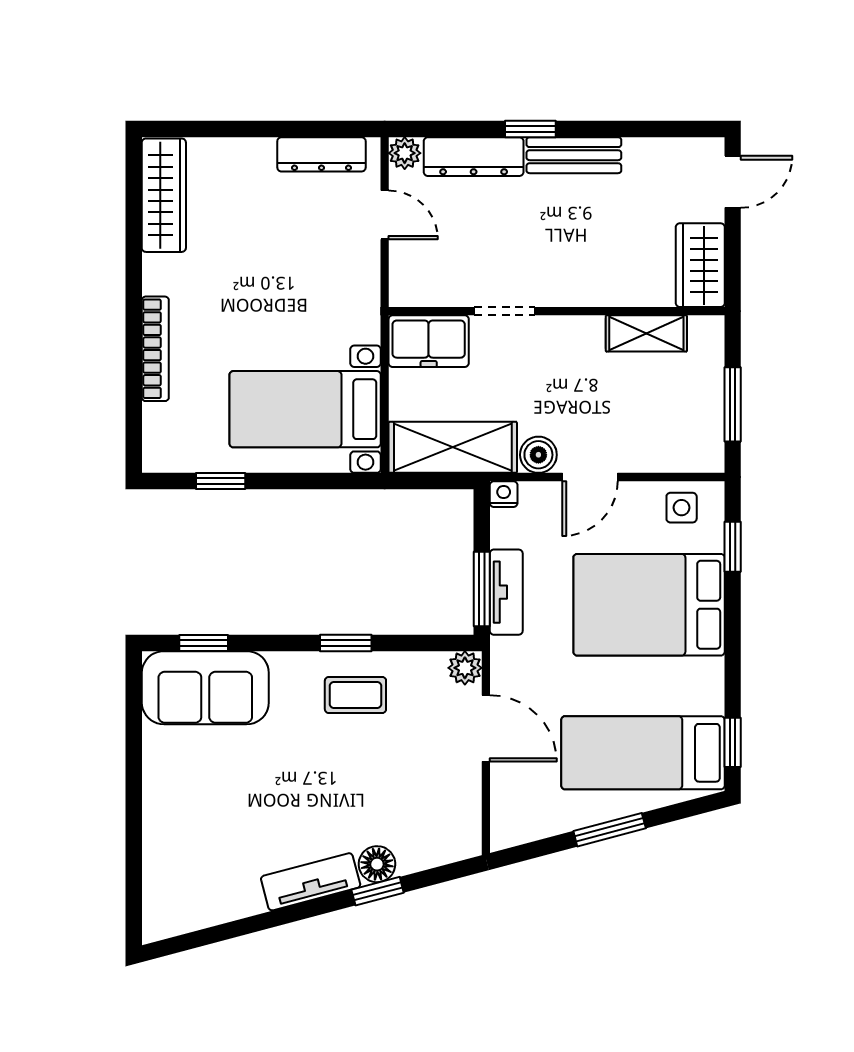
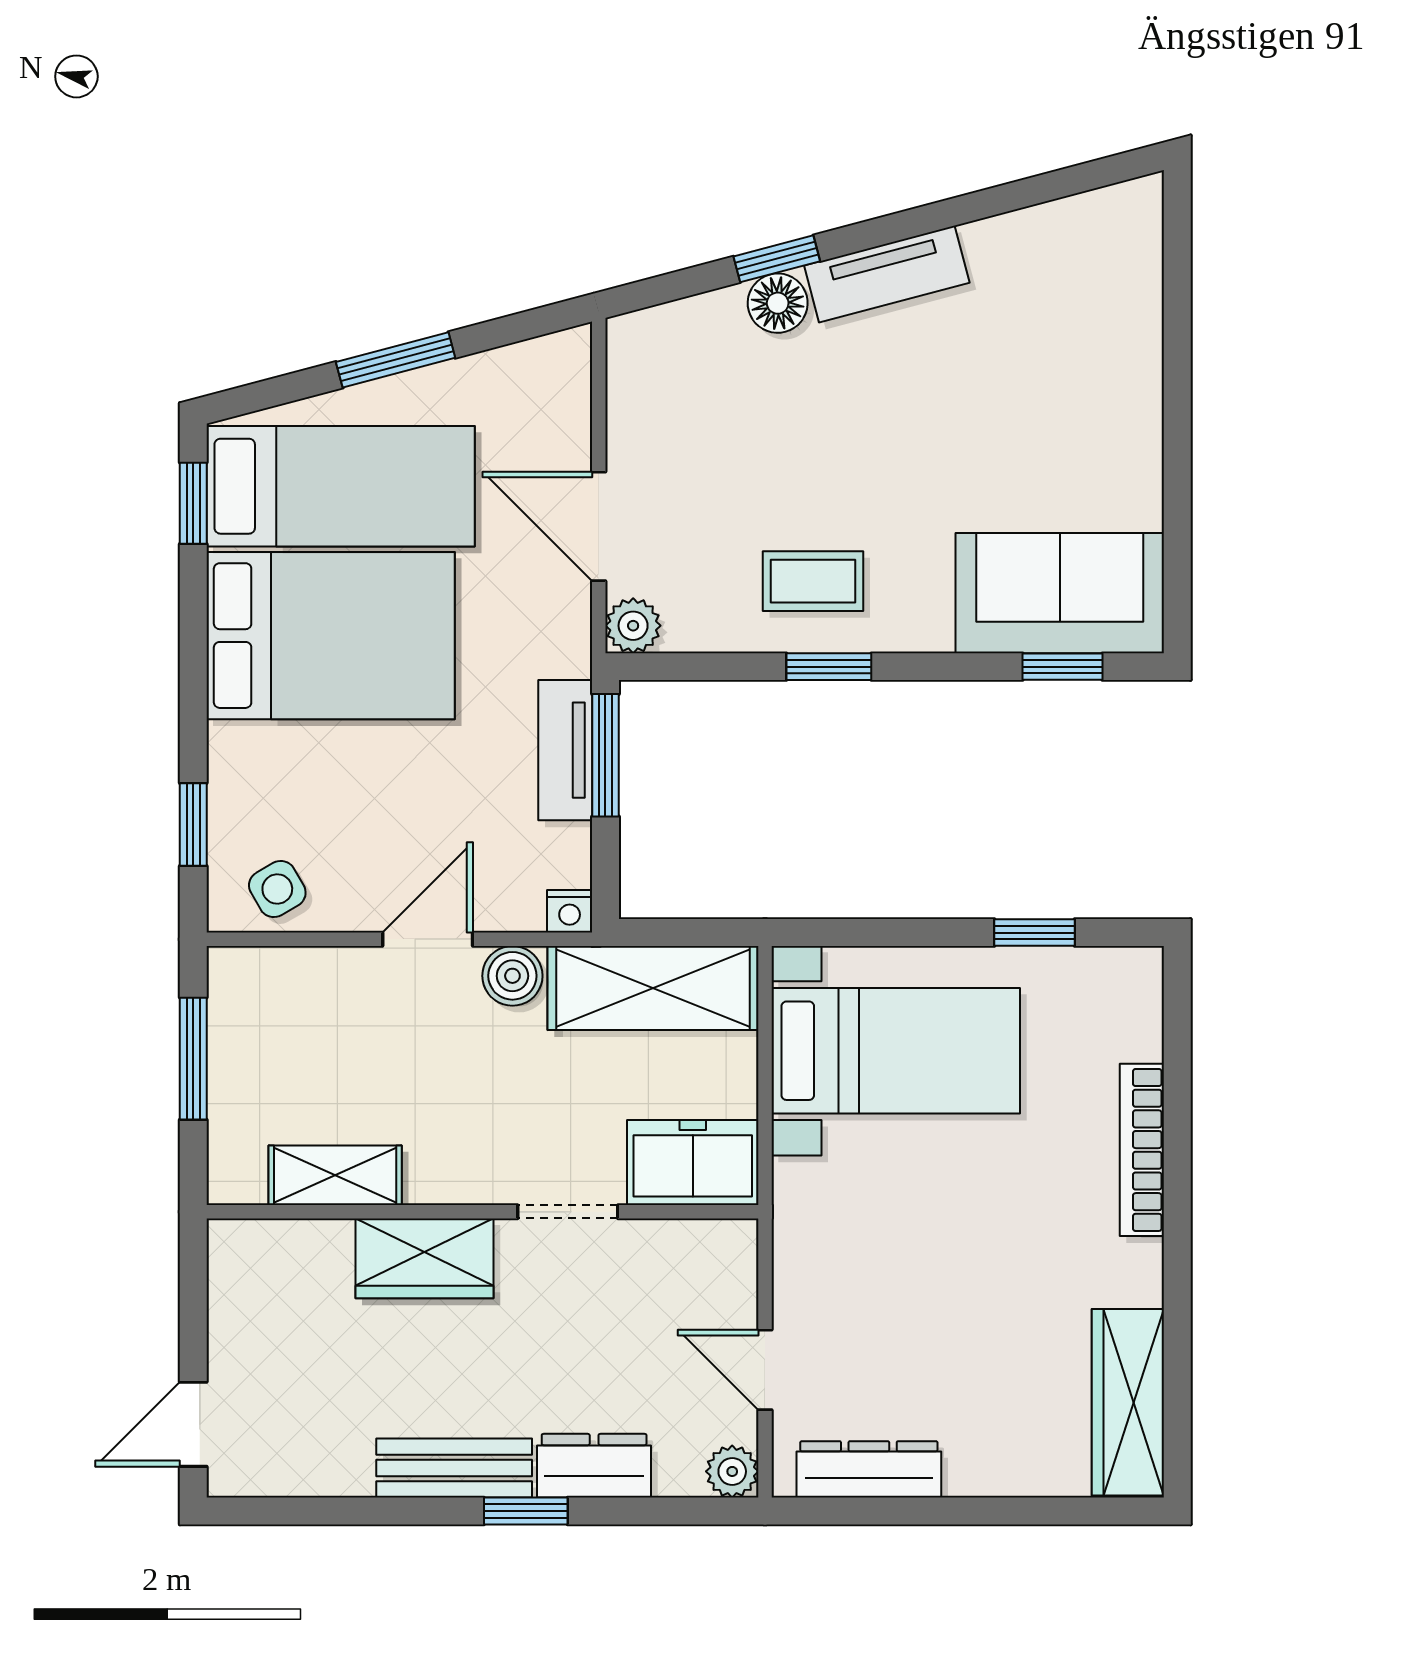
dresser: (474, 157) -> (594, 1466), width x0.70
wardrobe: (700, 265) -> (425, 1258), moved, turned 90
side table: (682, 508) -> (277, 889), turned -30
bed: (649, 605) -> (331, 636), moved

